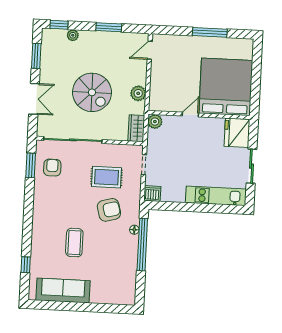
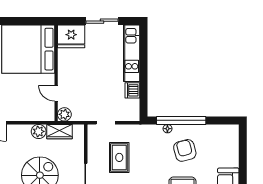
door: (190, 114) -> (56, 93), moved
wardrobe: (136, 128) -> (59, 132), moved
dishwasher: (152, 193) -> (132, 90), moved
armchair: (109, 210) -> (185, 150), moved

